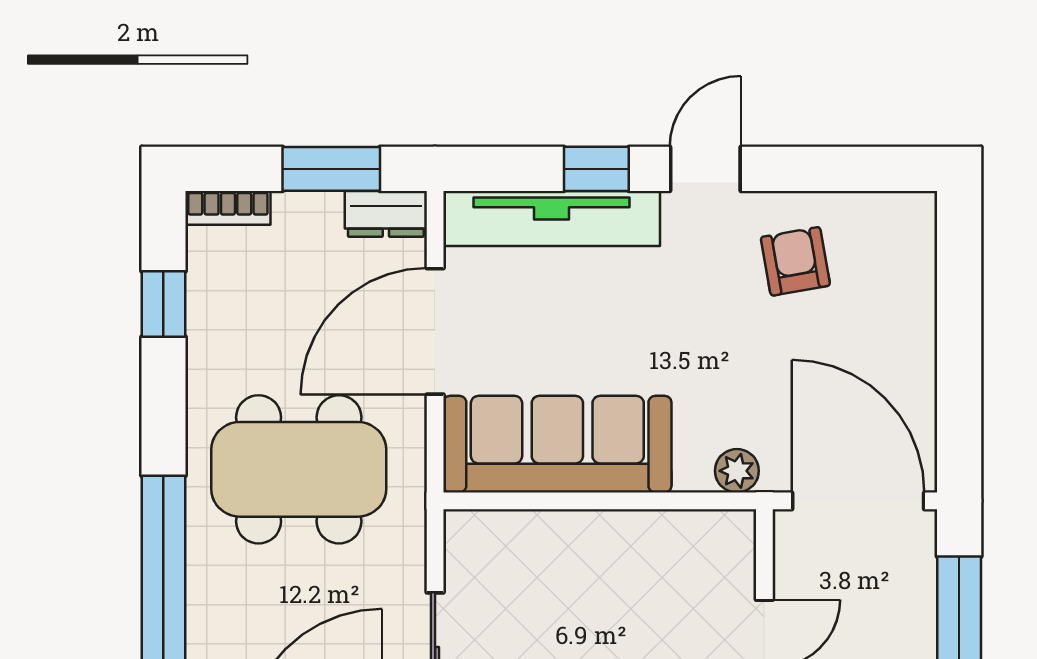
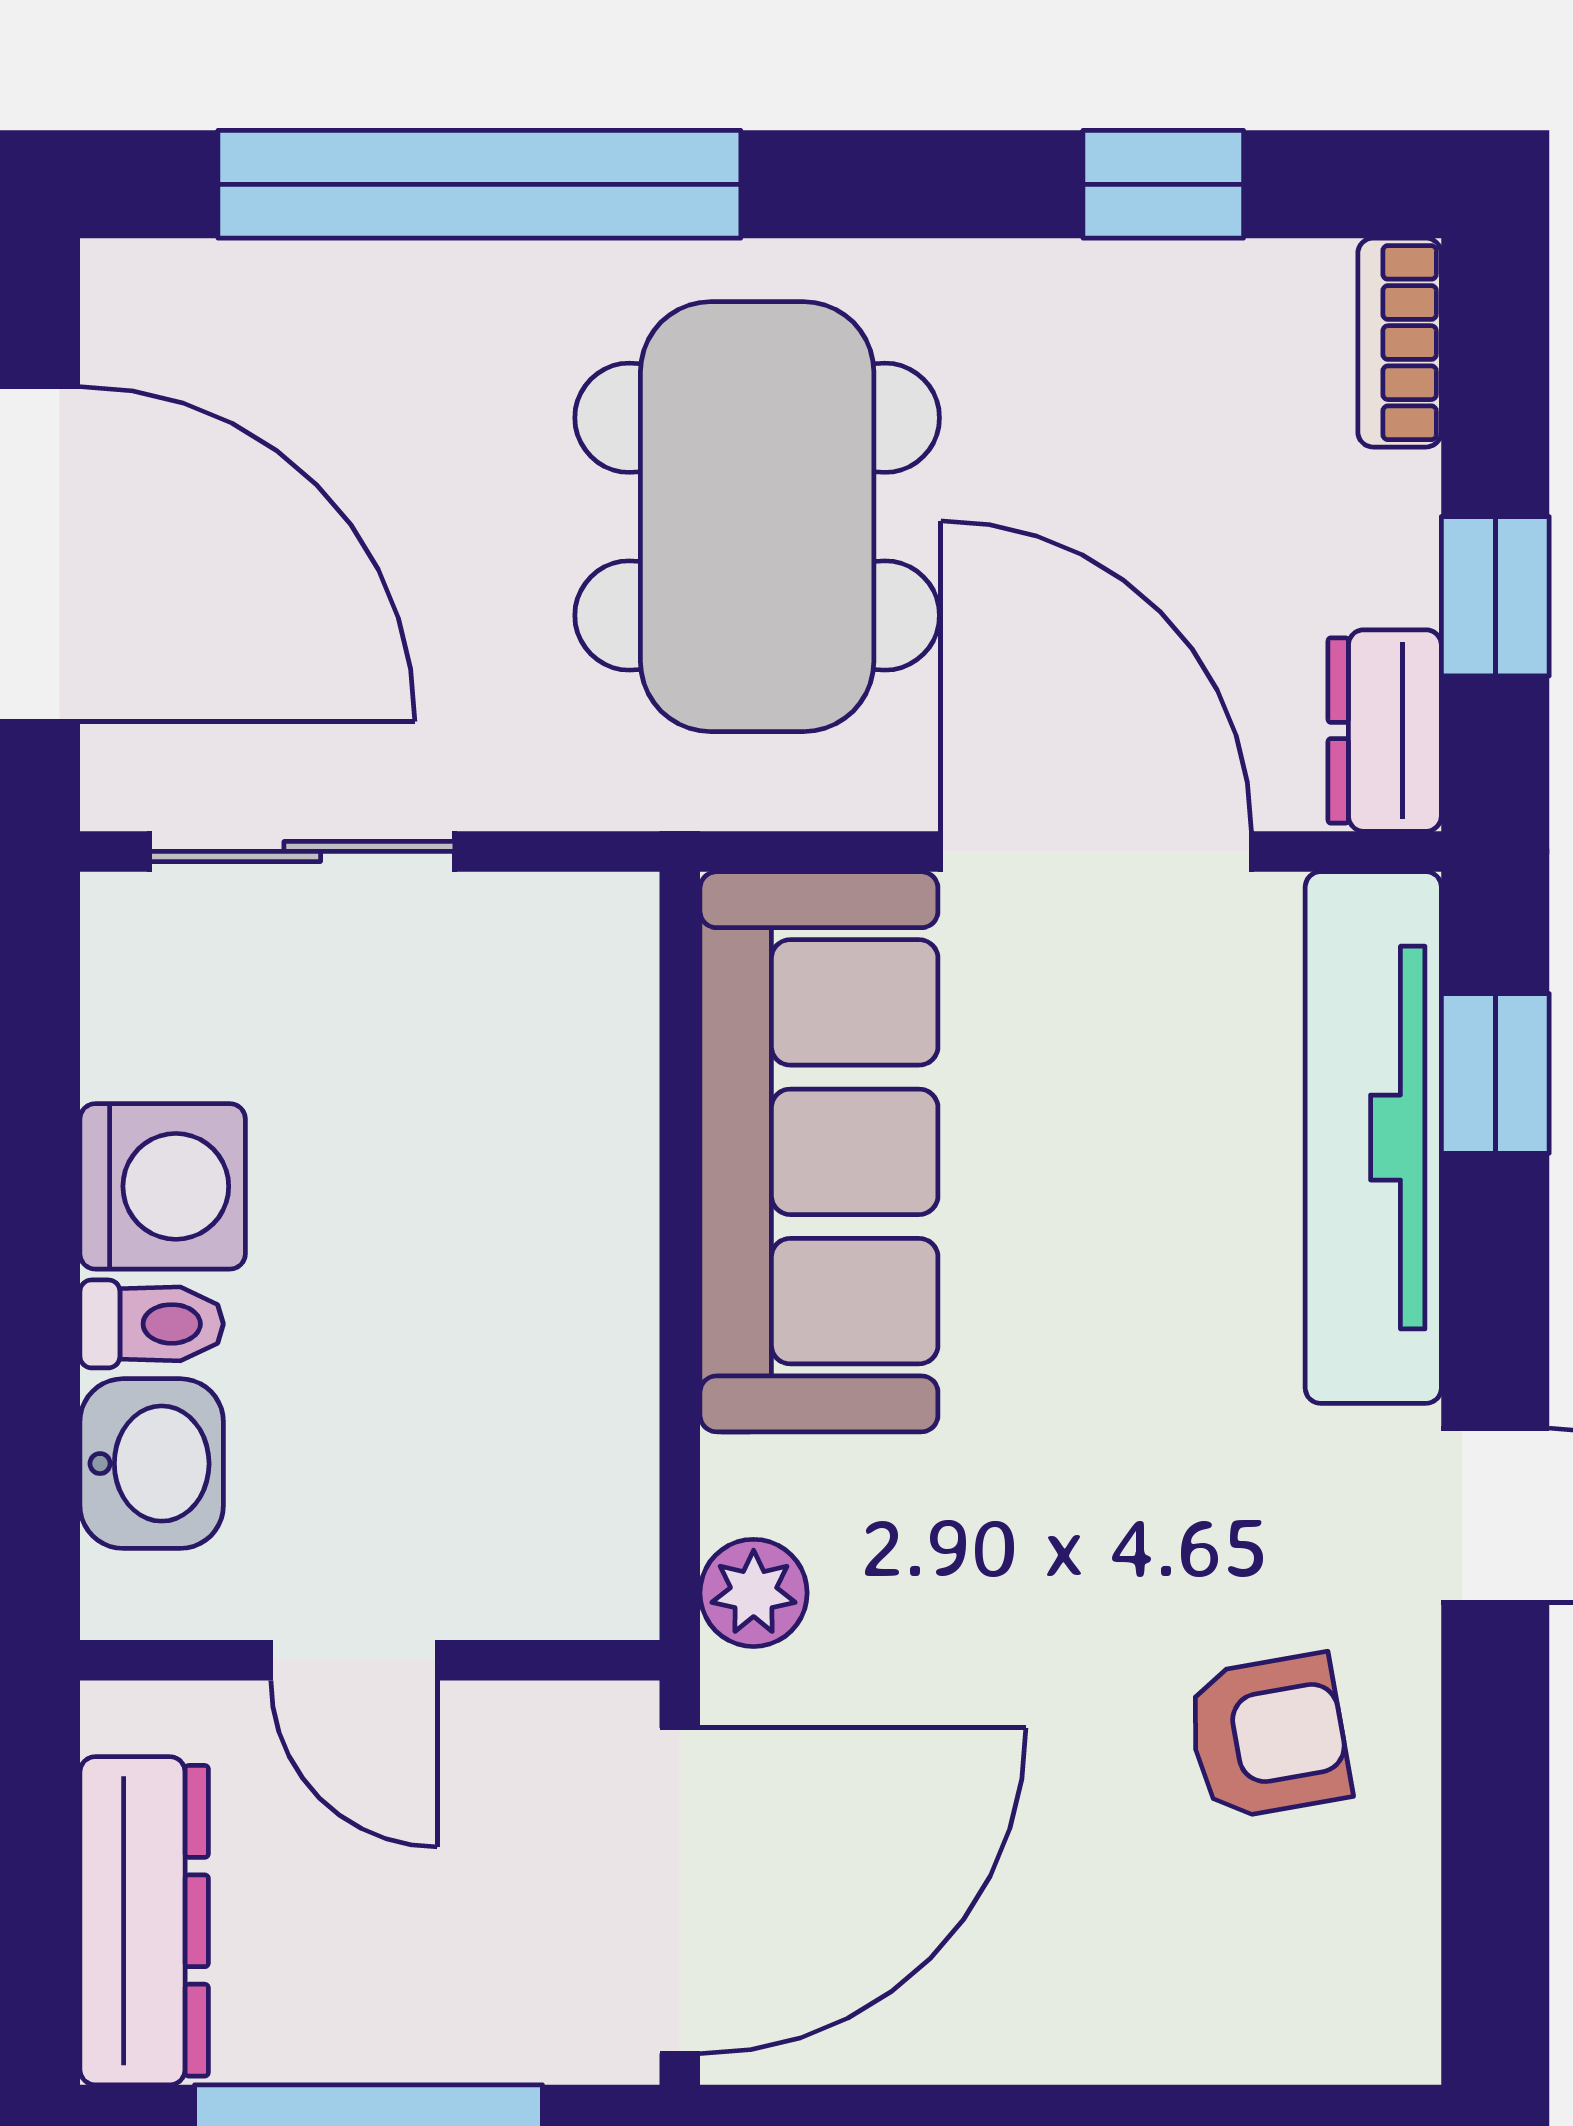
window: (331, 169) -> (1495, 596), width x0.67
window: (596, 169) -> (1495, 1073), moved

